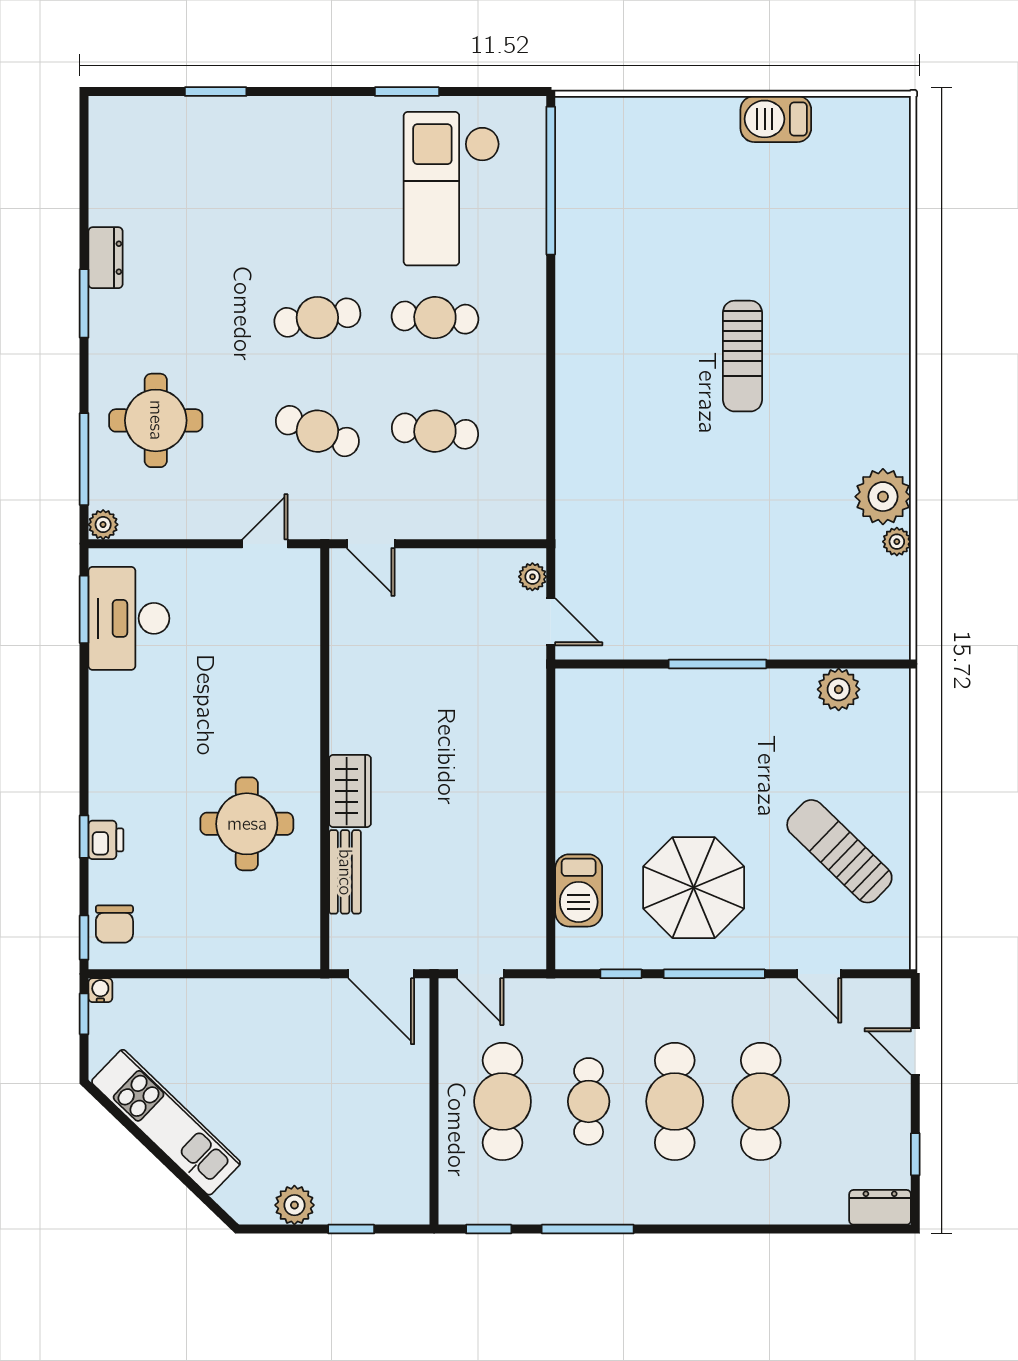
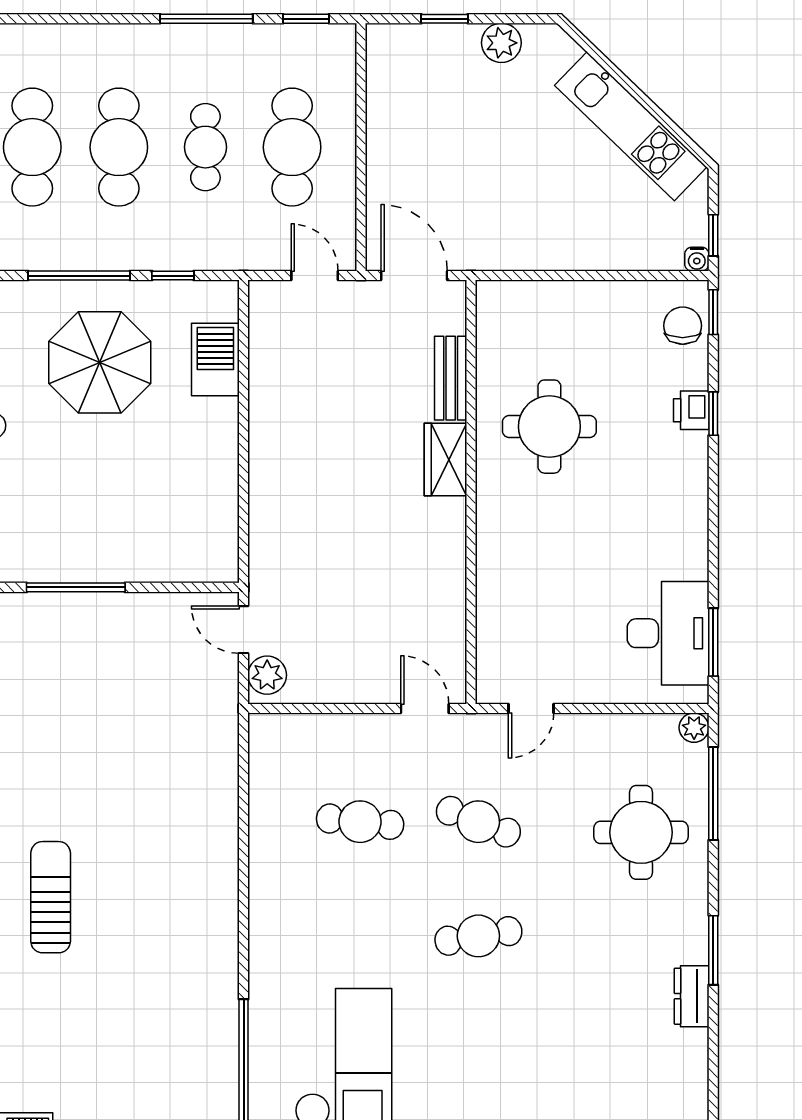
cafe table: (435, 318) -> (360, 936), removed
plant: (532, 577) -> (267, 675), width x1.38, depth x1.38

